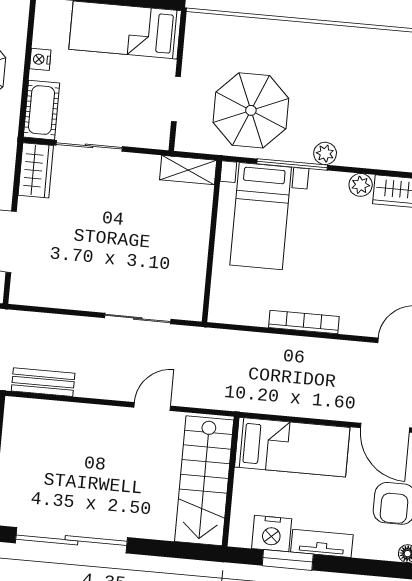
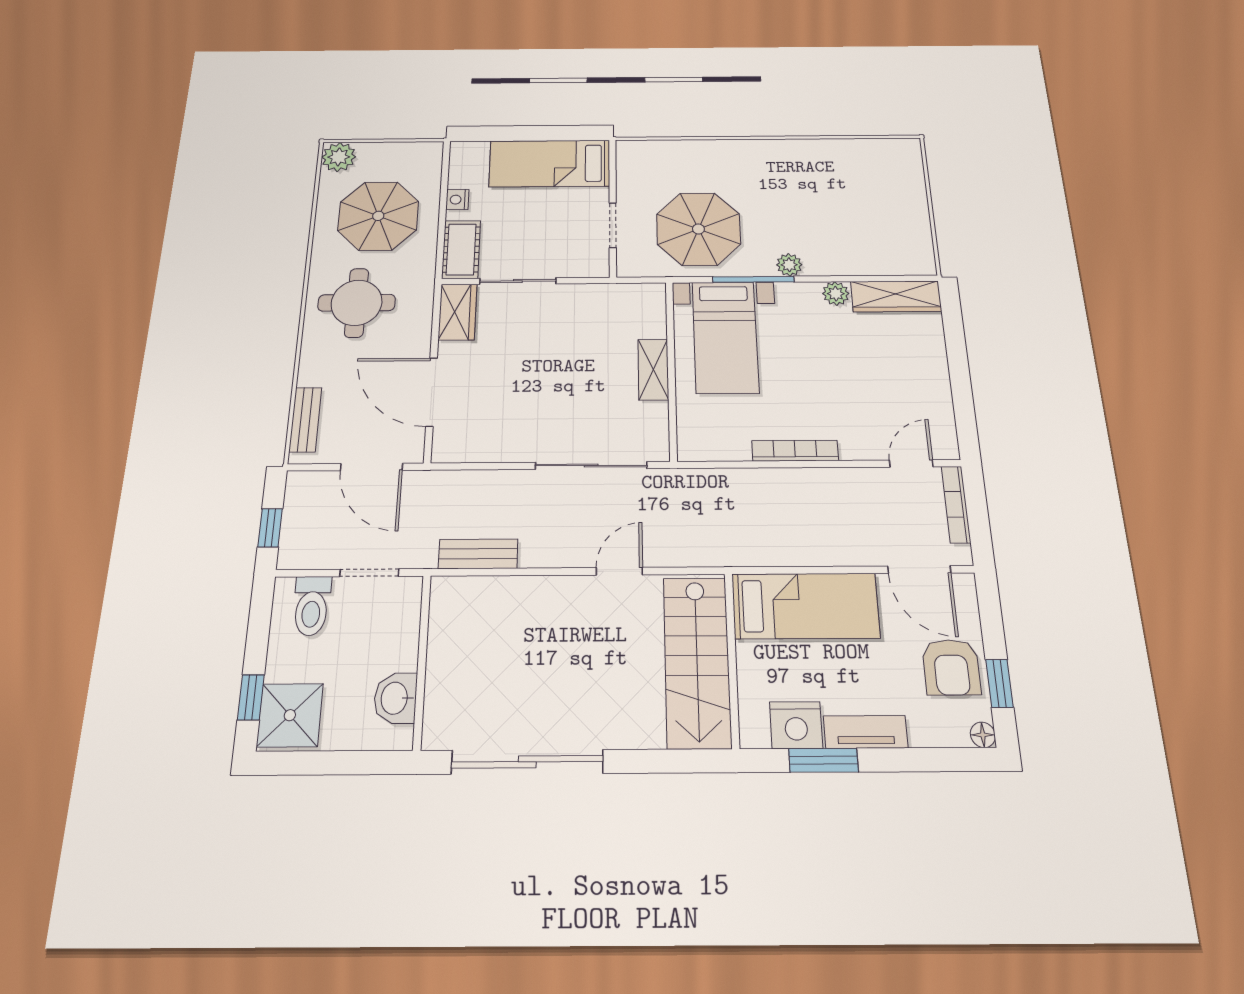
shelving: (188, 170) -> (653, 370), moved, turned 90
sliding door: (138, 318) -> (591, 466), width x1.37

